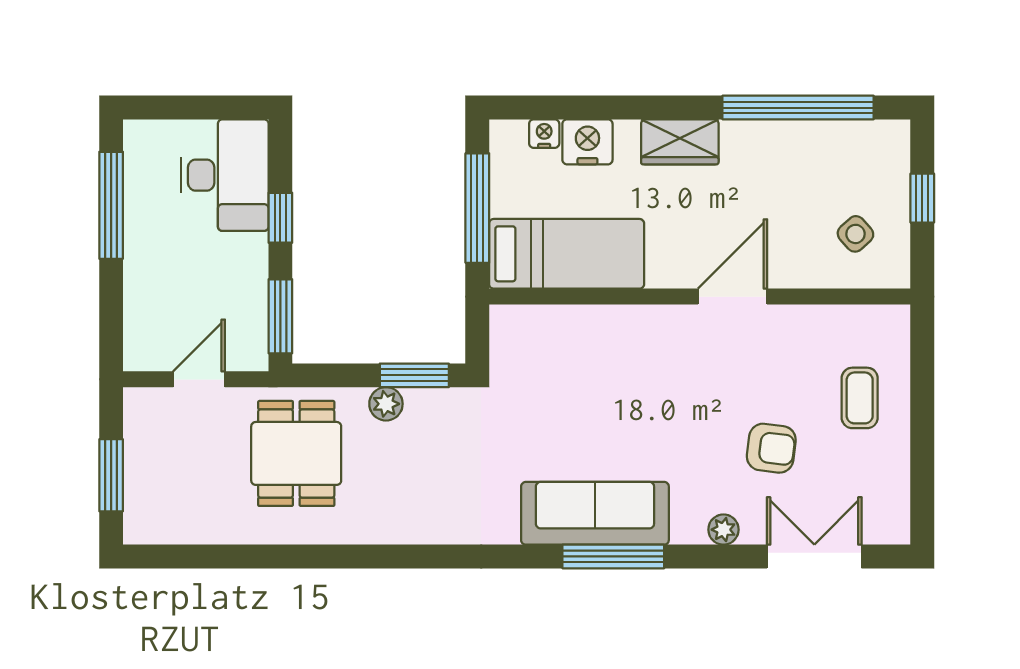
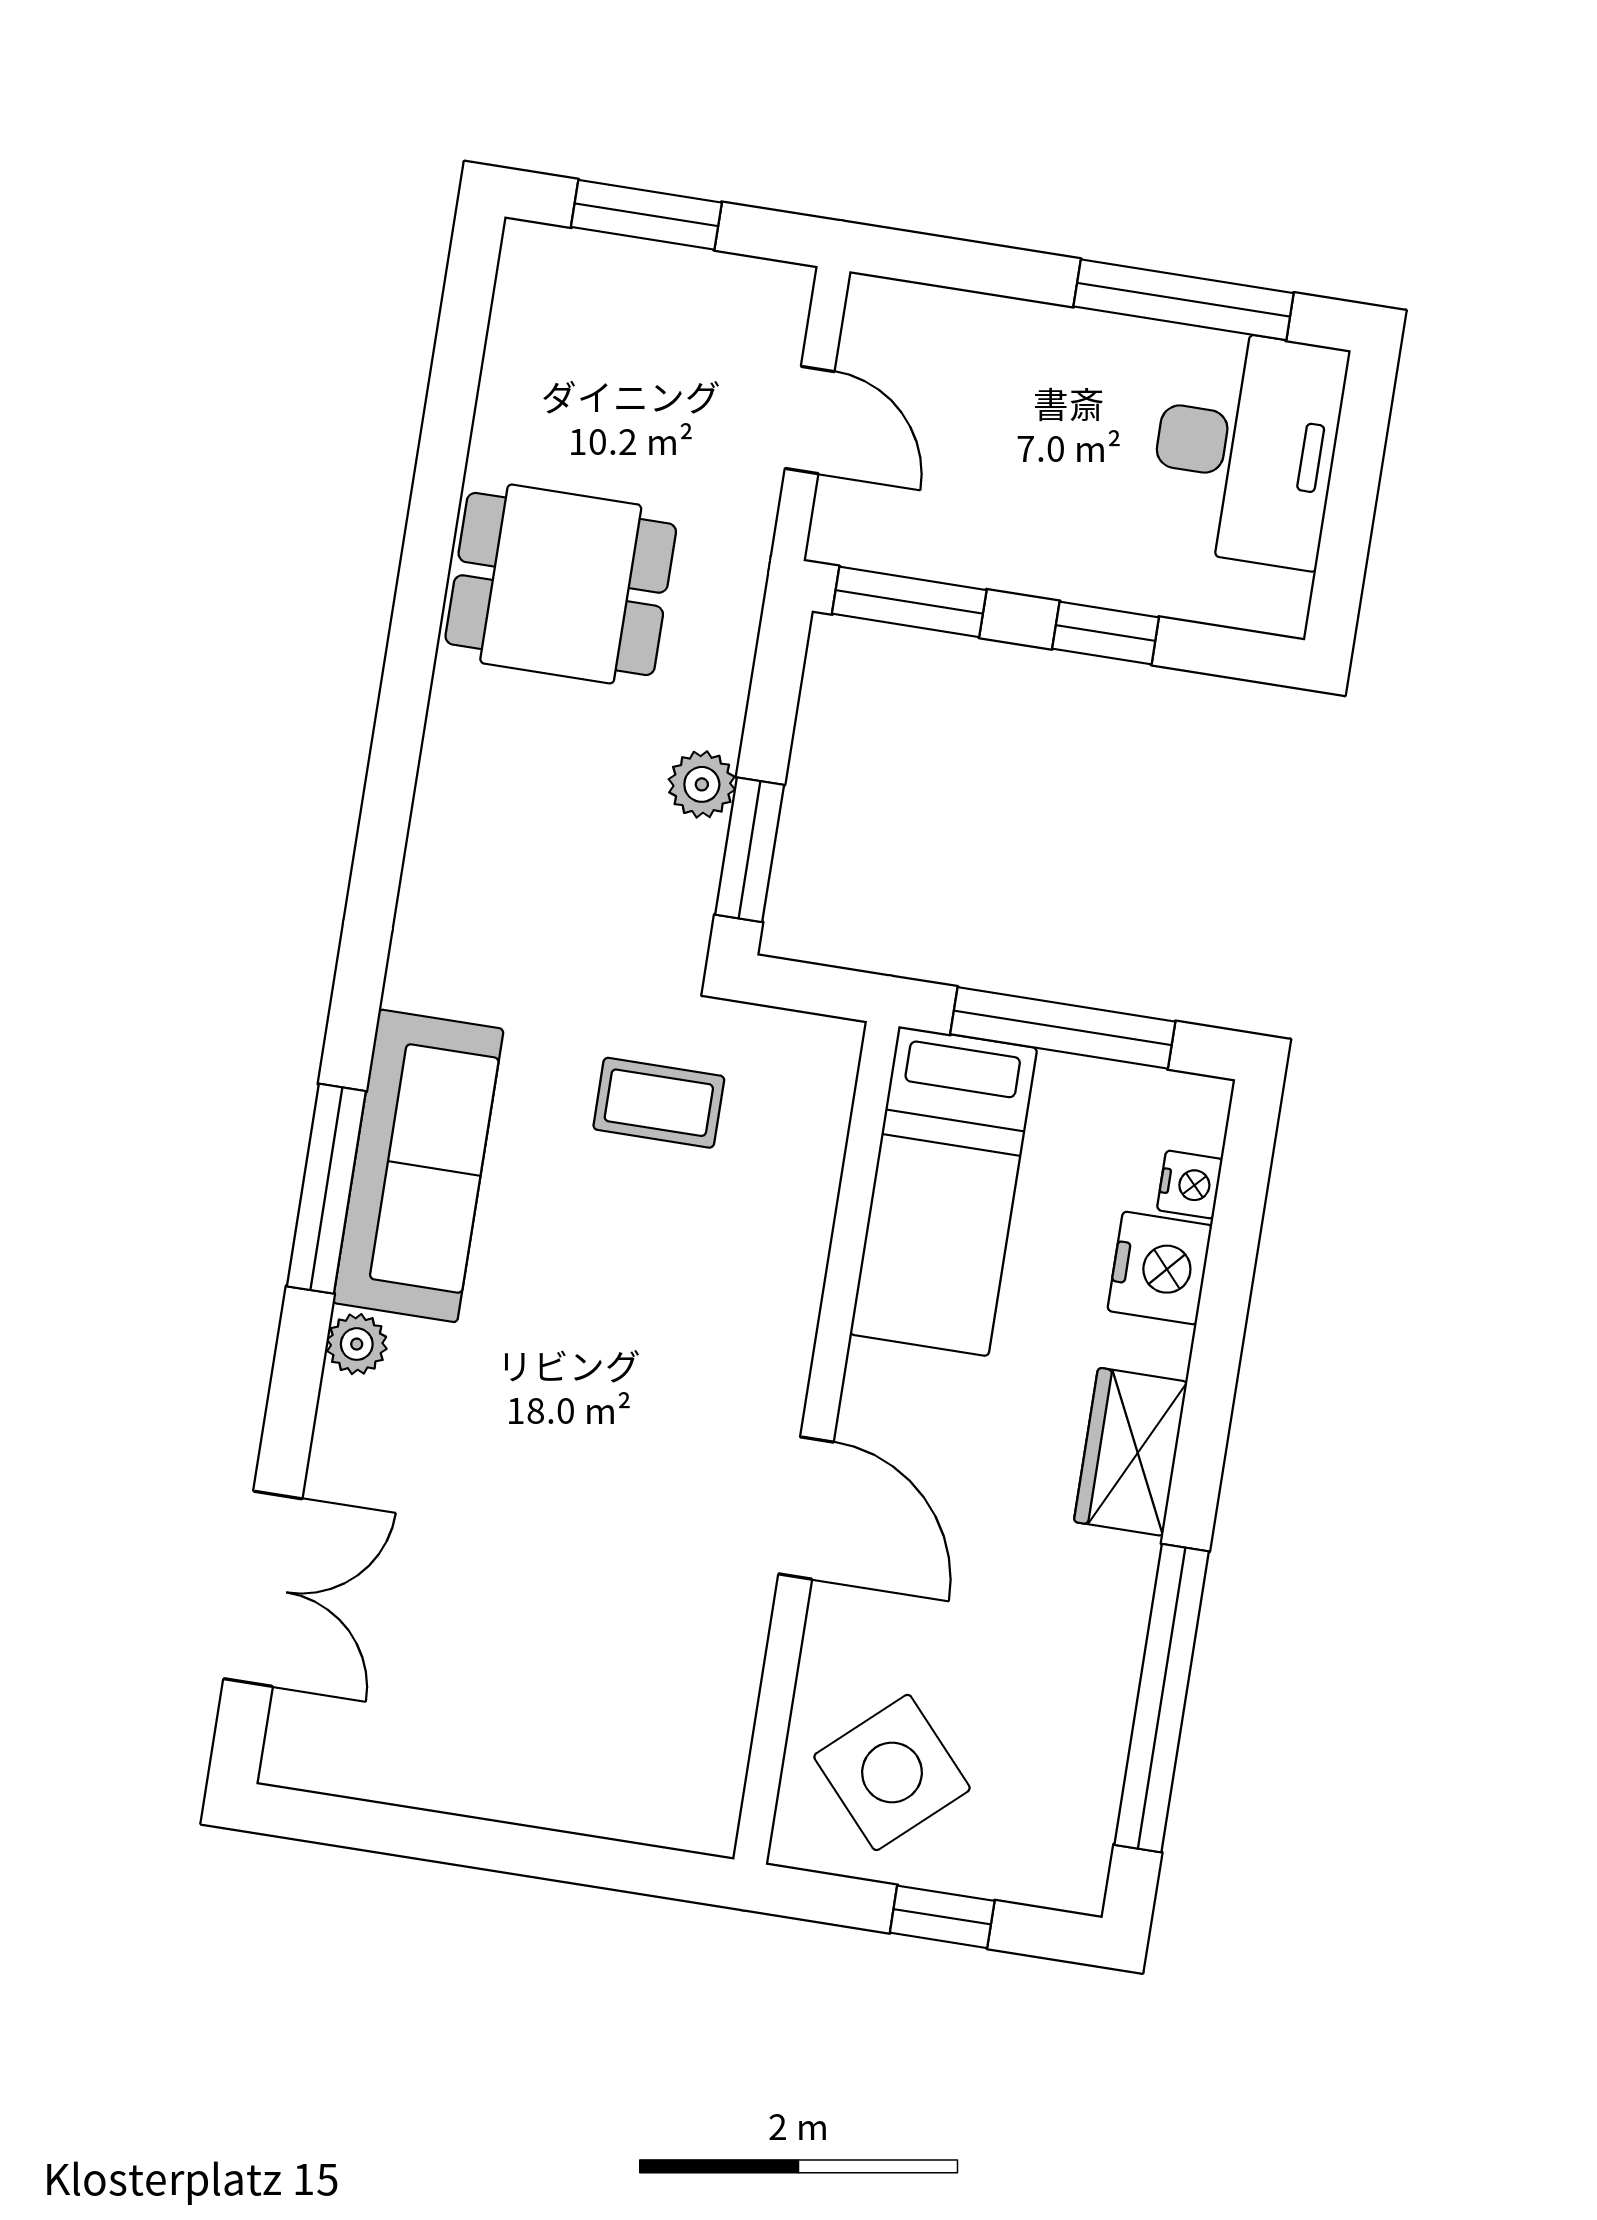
desk: (225, 175) -> (1246, 448), moved, turned -90
side table: (855, 234) -> (892, 1772), width x1.87, depth x1.87
coffee table: (860, 398) -> (659, 1103), moved
armchair: (771, 448) -> (492, 1537), removed
dining table: (296, 453) -> (561, 584), moved
plant: (723, 530) -> (357, 1344), moved

